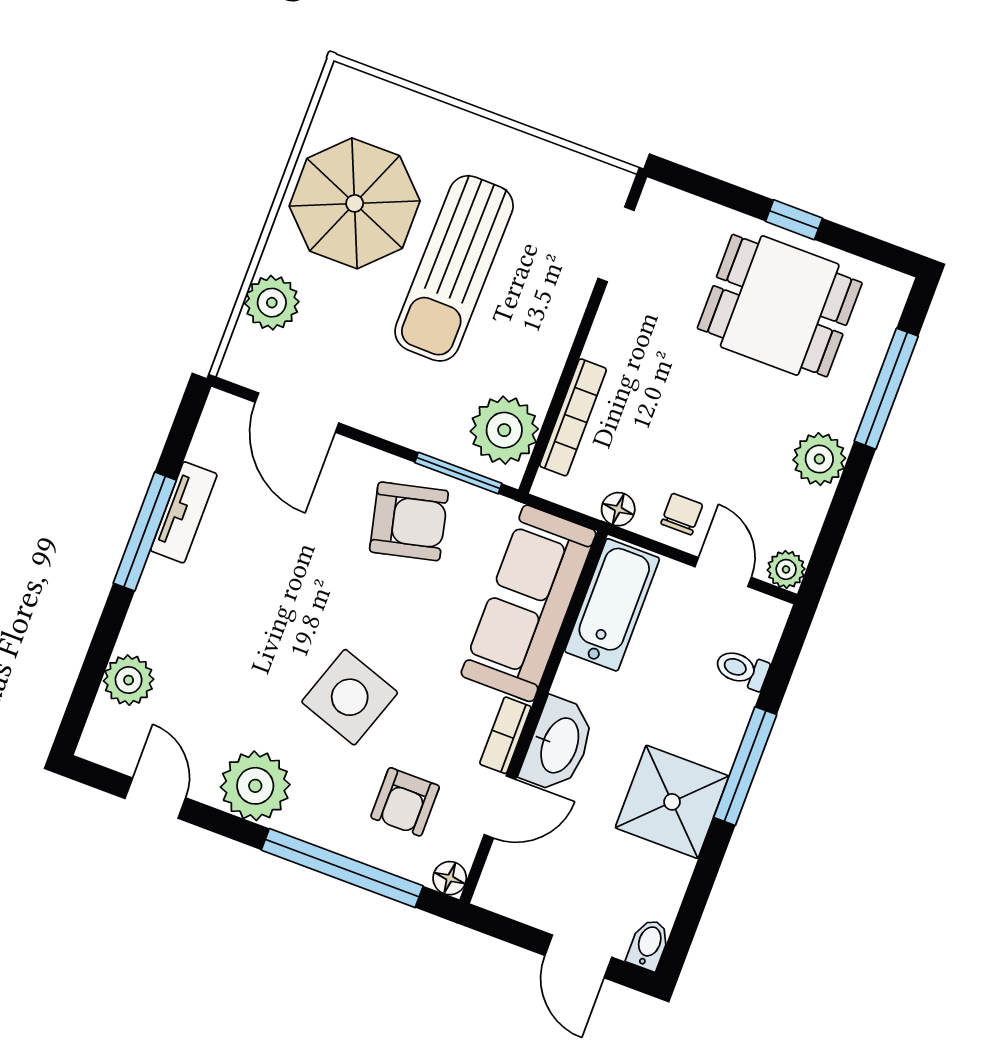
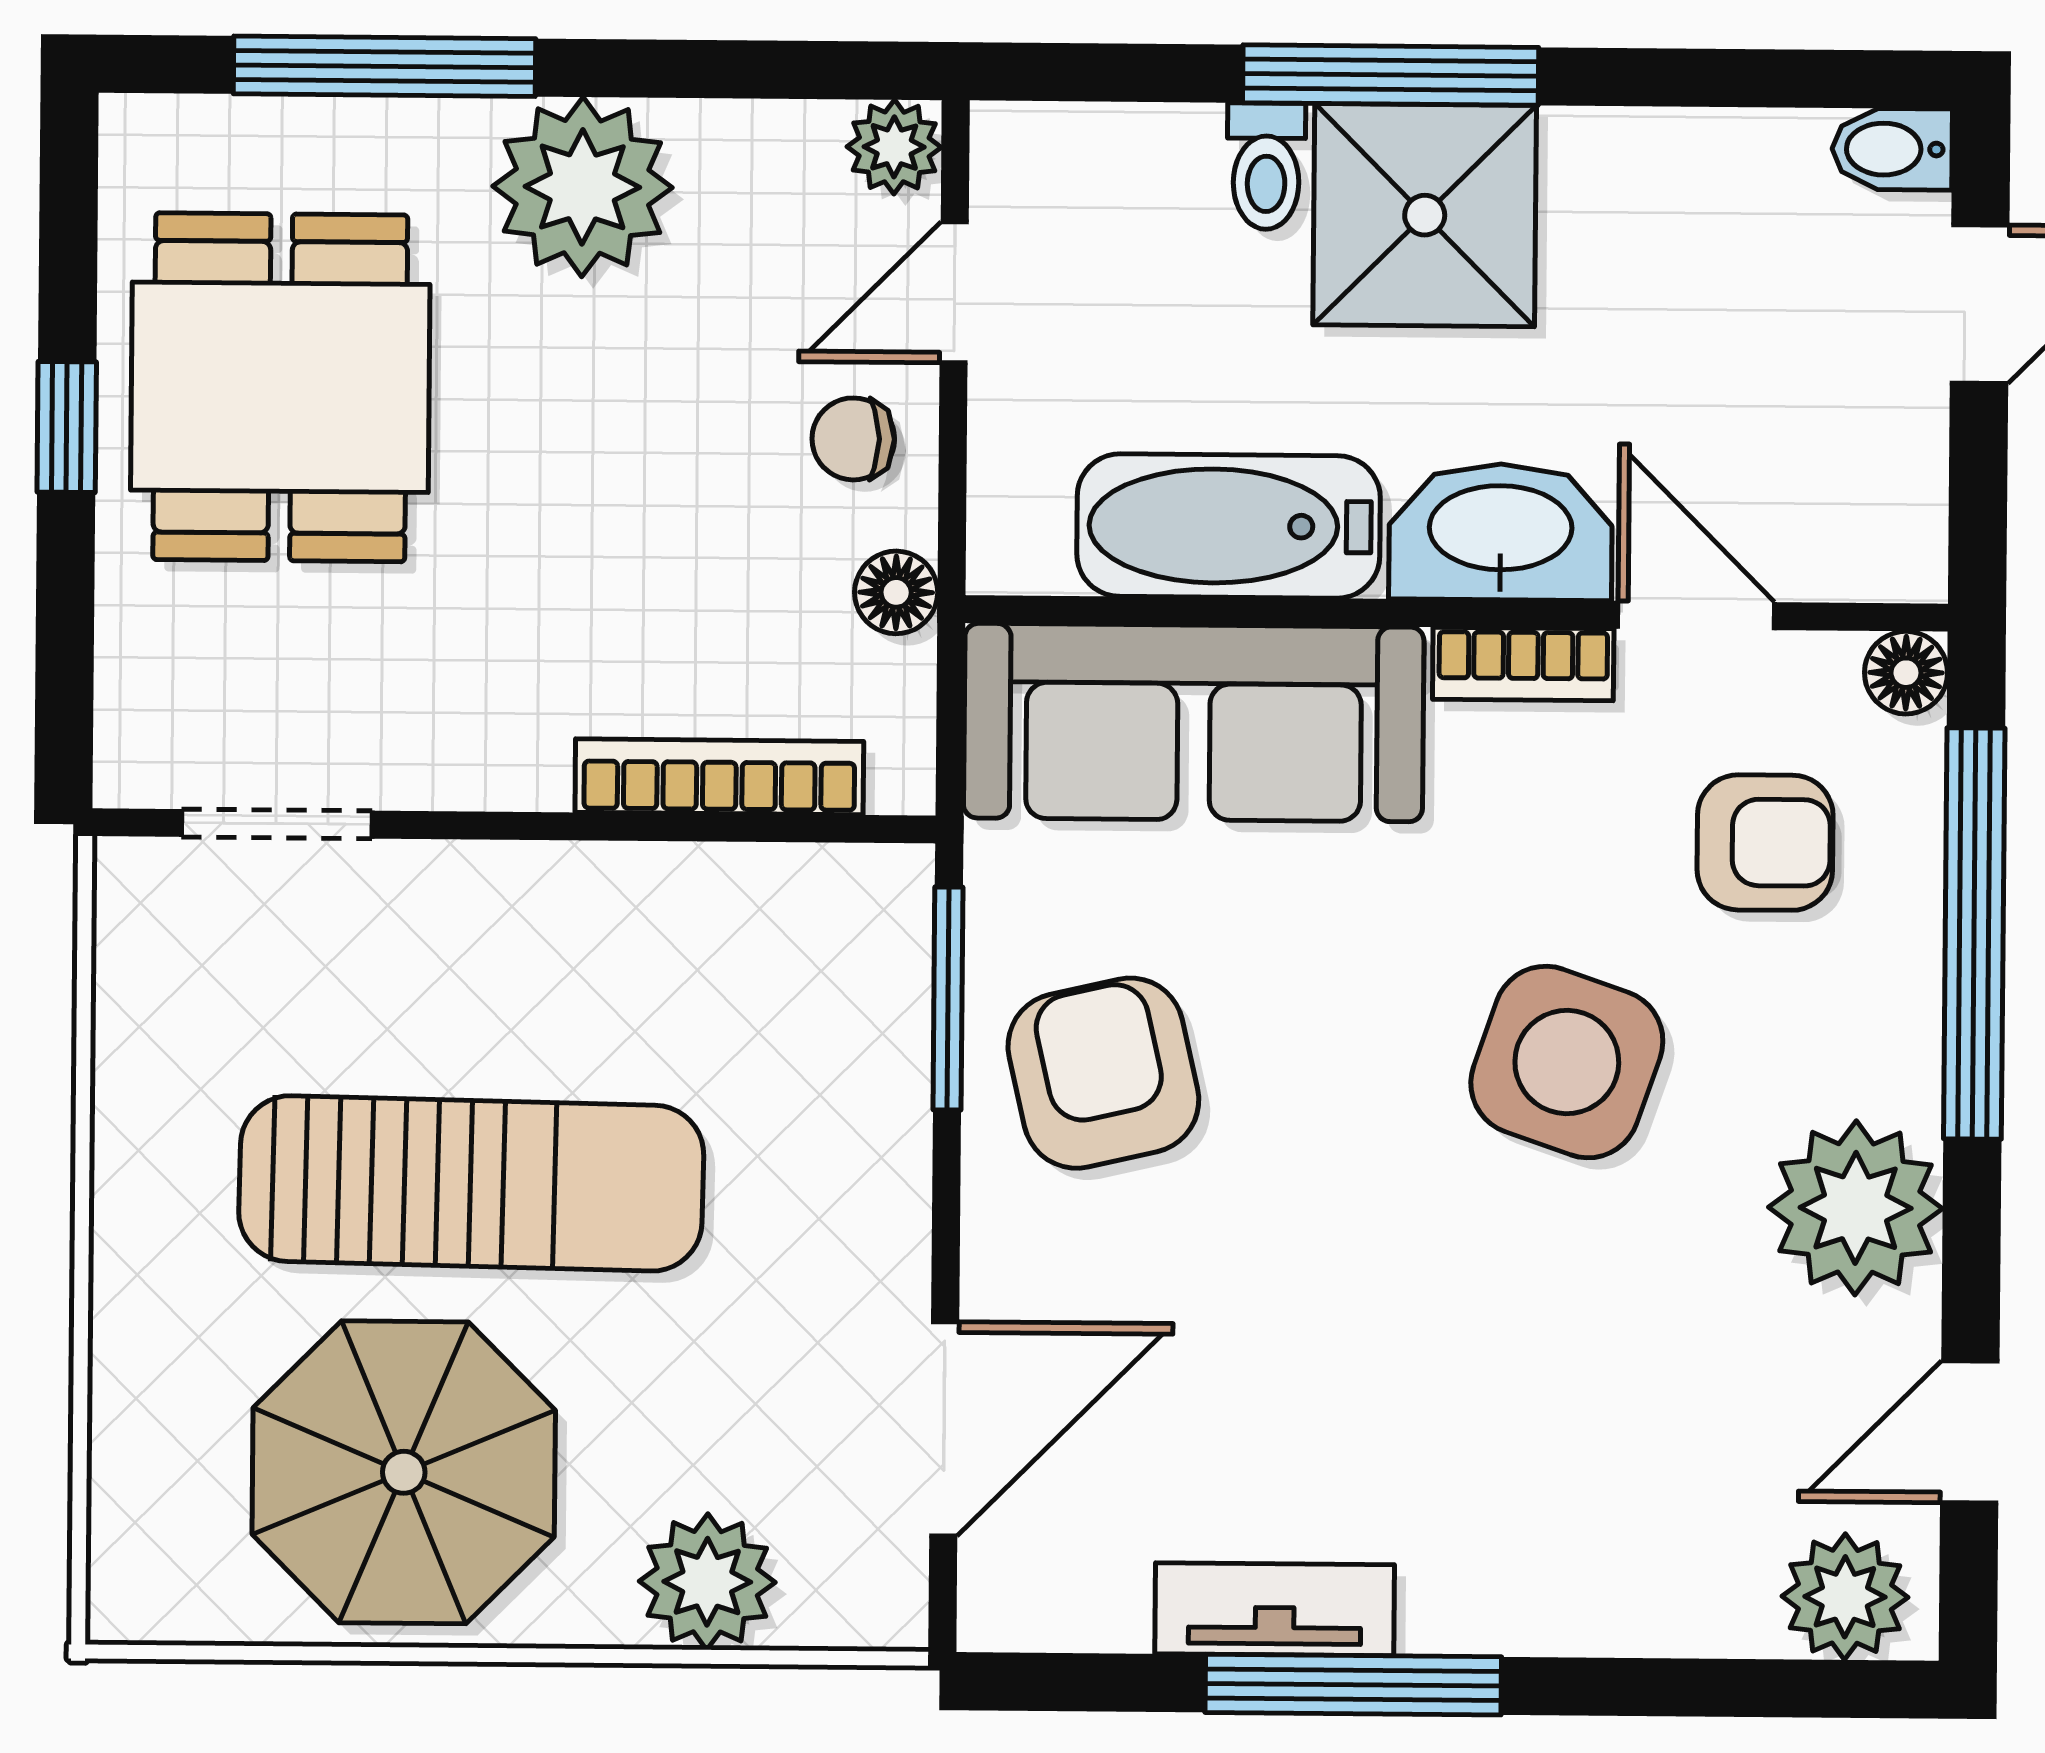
plant: (504, 430) -> (808, 927), removed
plant: (819, 459) -> (582, 187), width x1.36, depth x1.36
bathtub: (612, 605) -> (1229, 526), moved
toilet: (742, 669) -> (1266, 166), moved
plant: (129, 680) -> (1845, 1597), moved
shower: (672, 802) -> (1425, 215), moved

